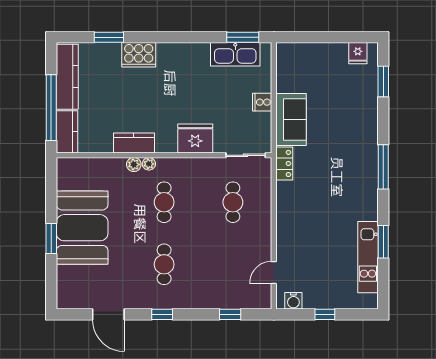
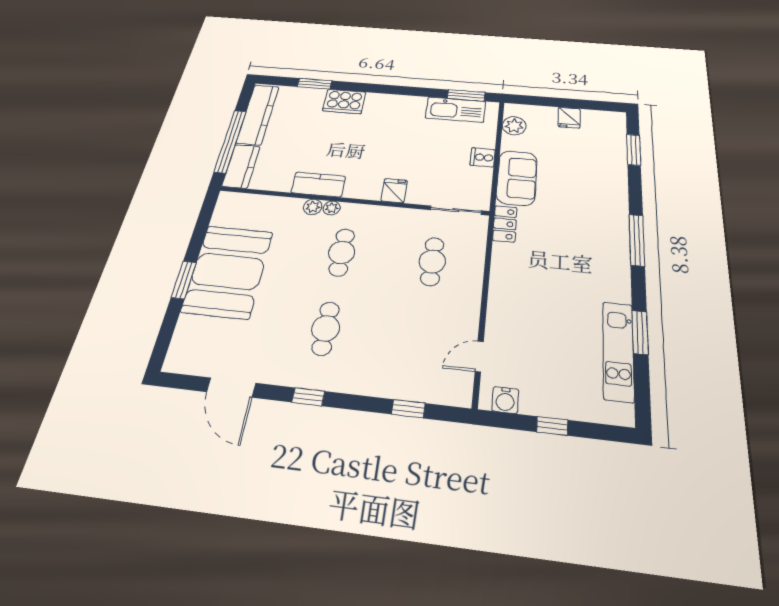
fridge: (358, 53) -> (569, 118), moved
plant: (286, 67) -> (514, 126), added
fridge: (195, 139) -> (394, 191), width x0.53, depth x0.75

